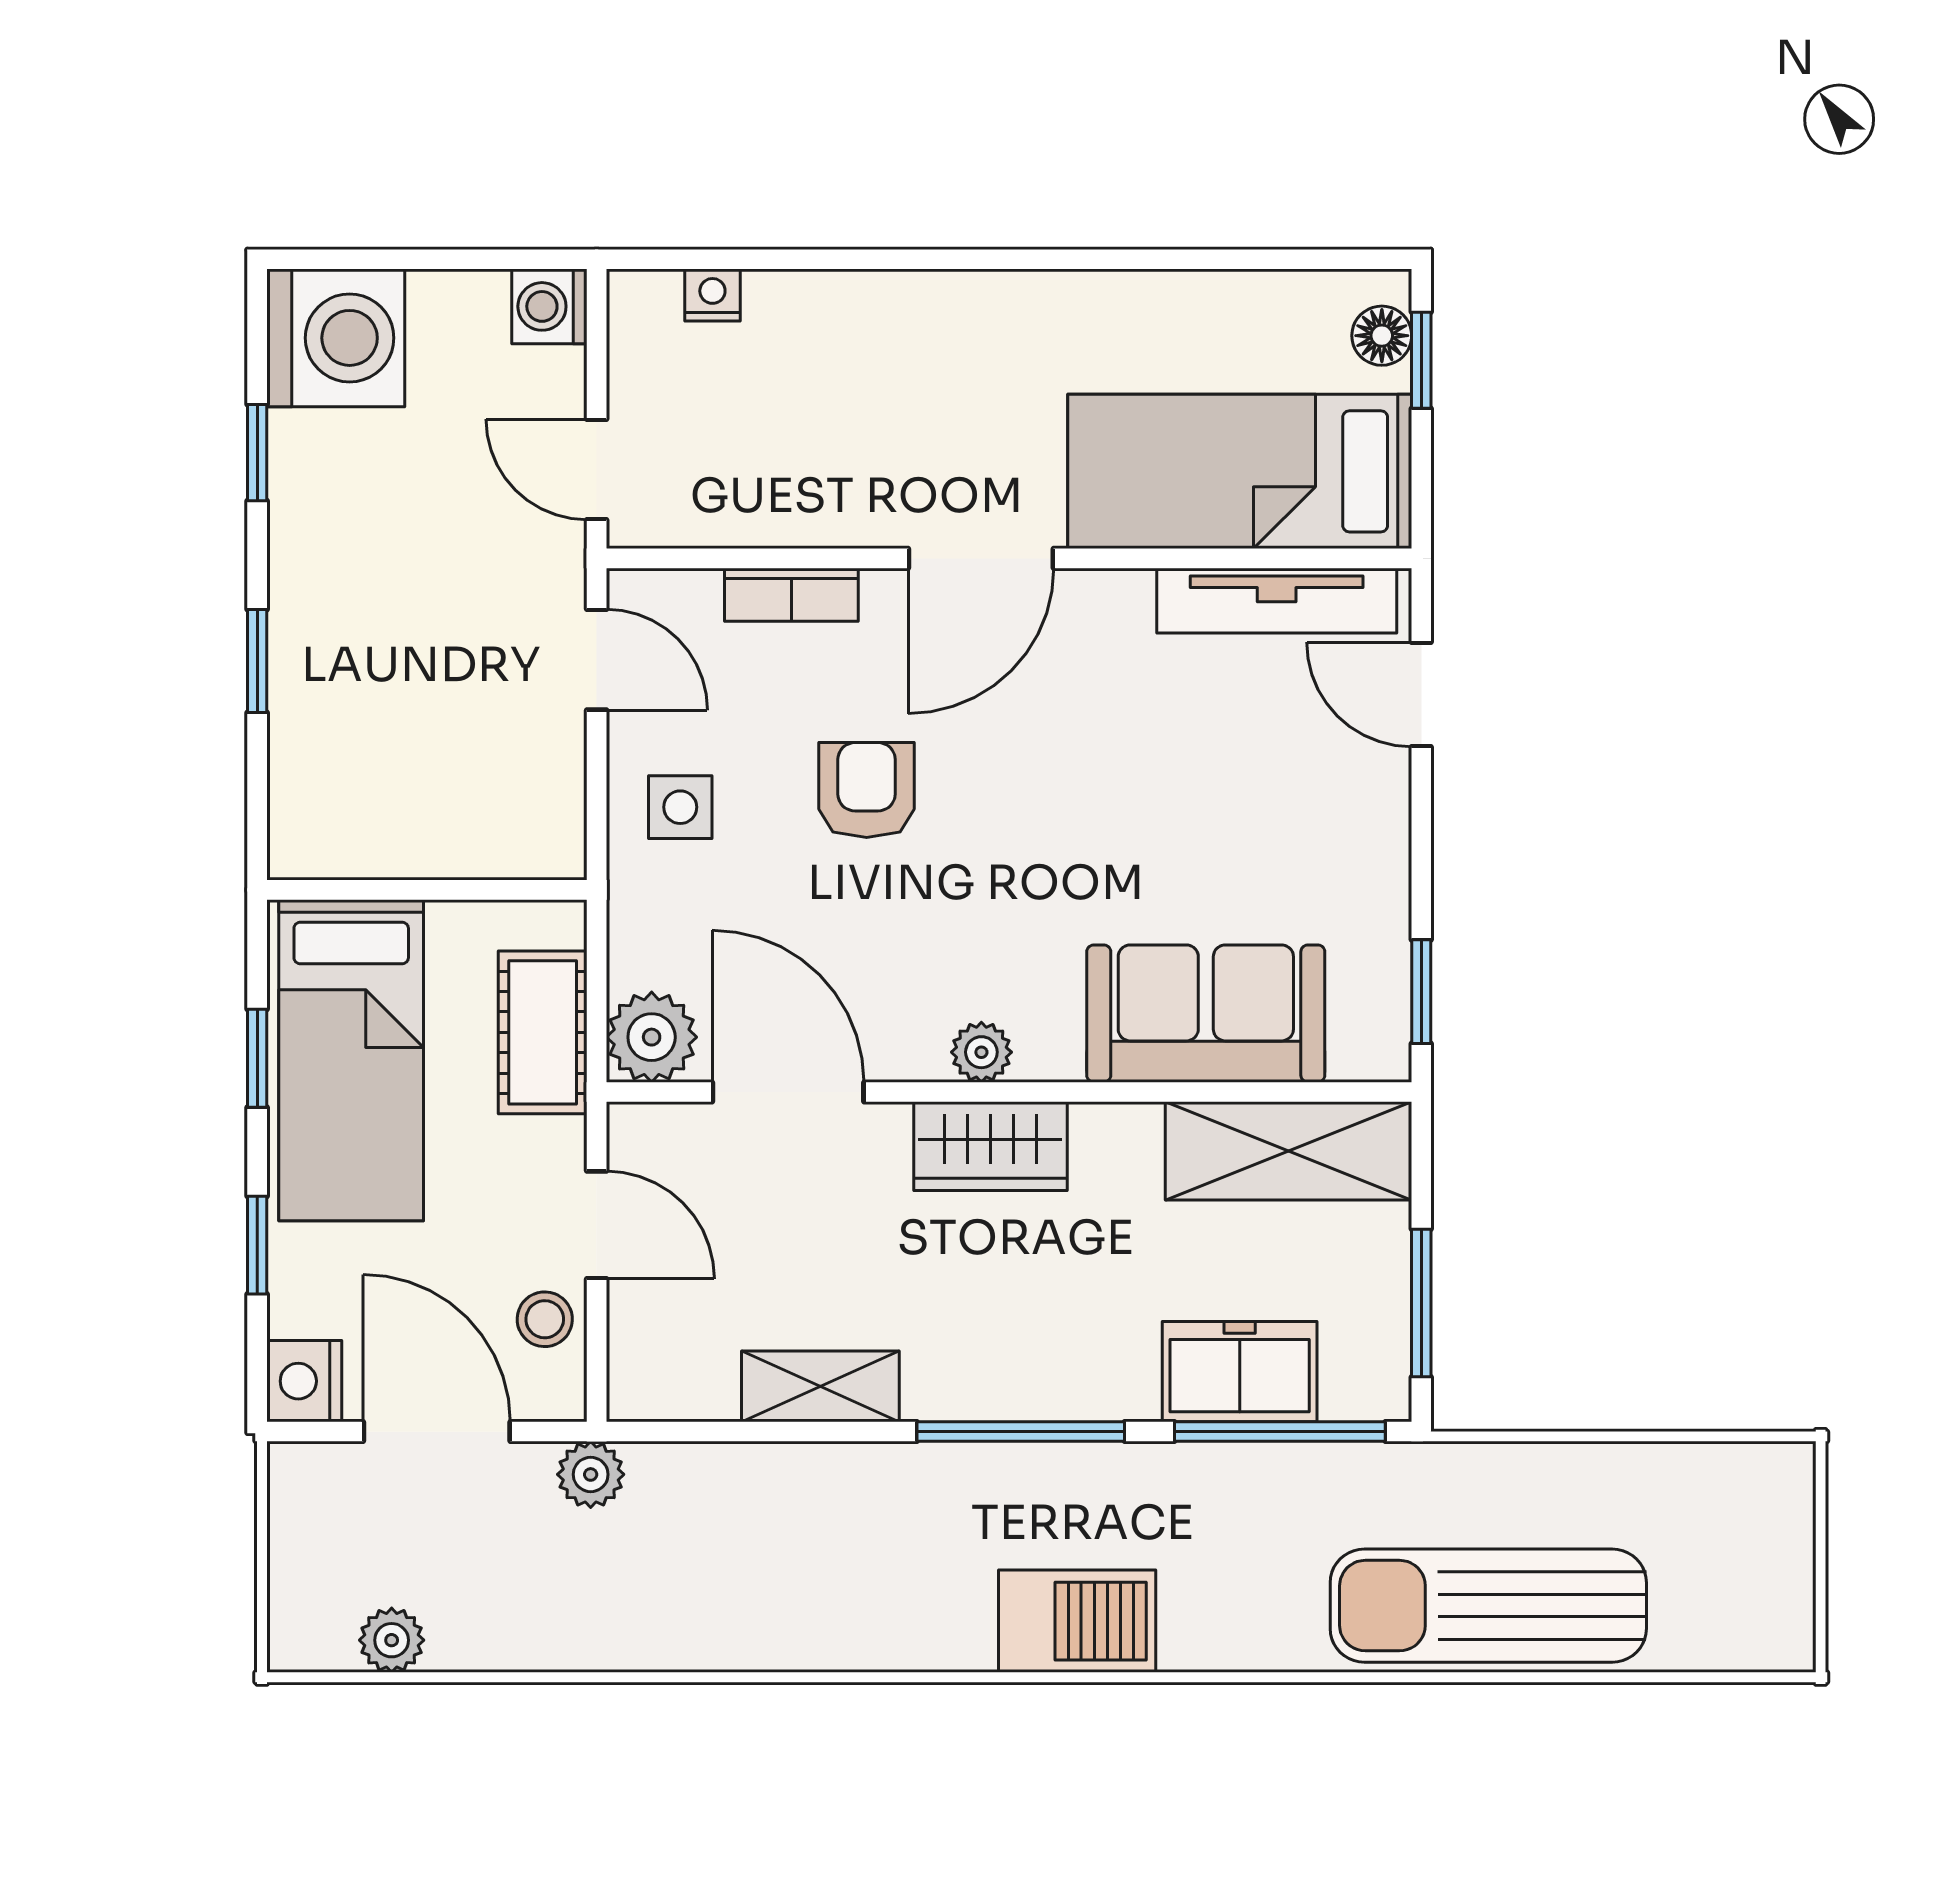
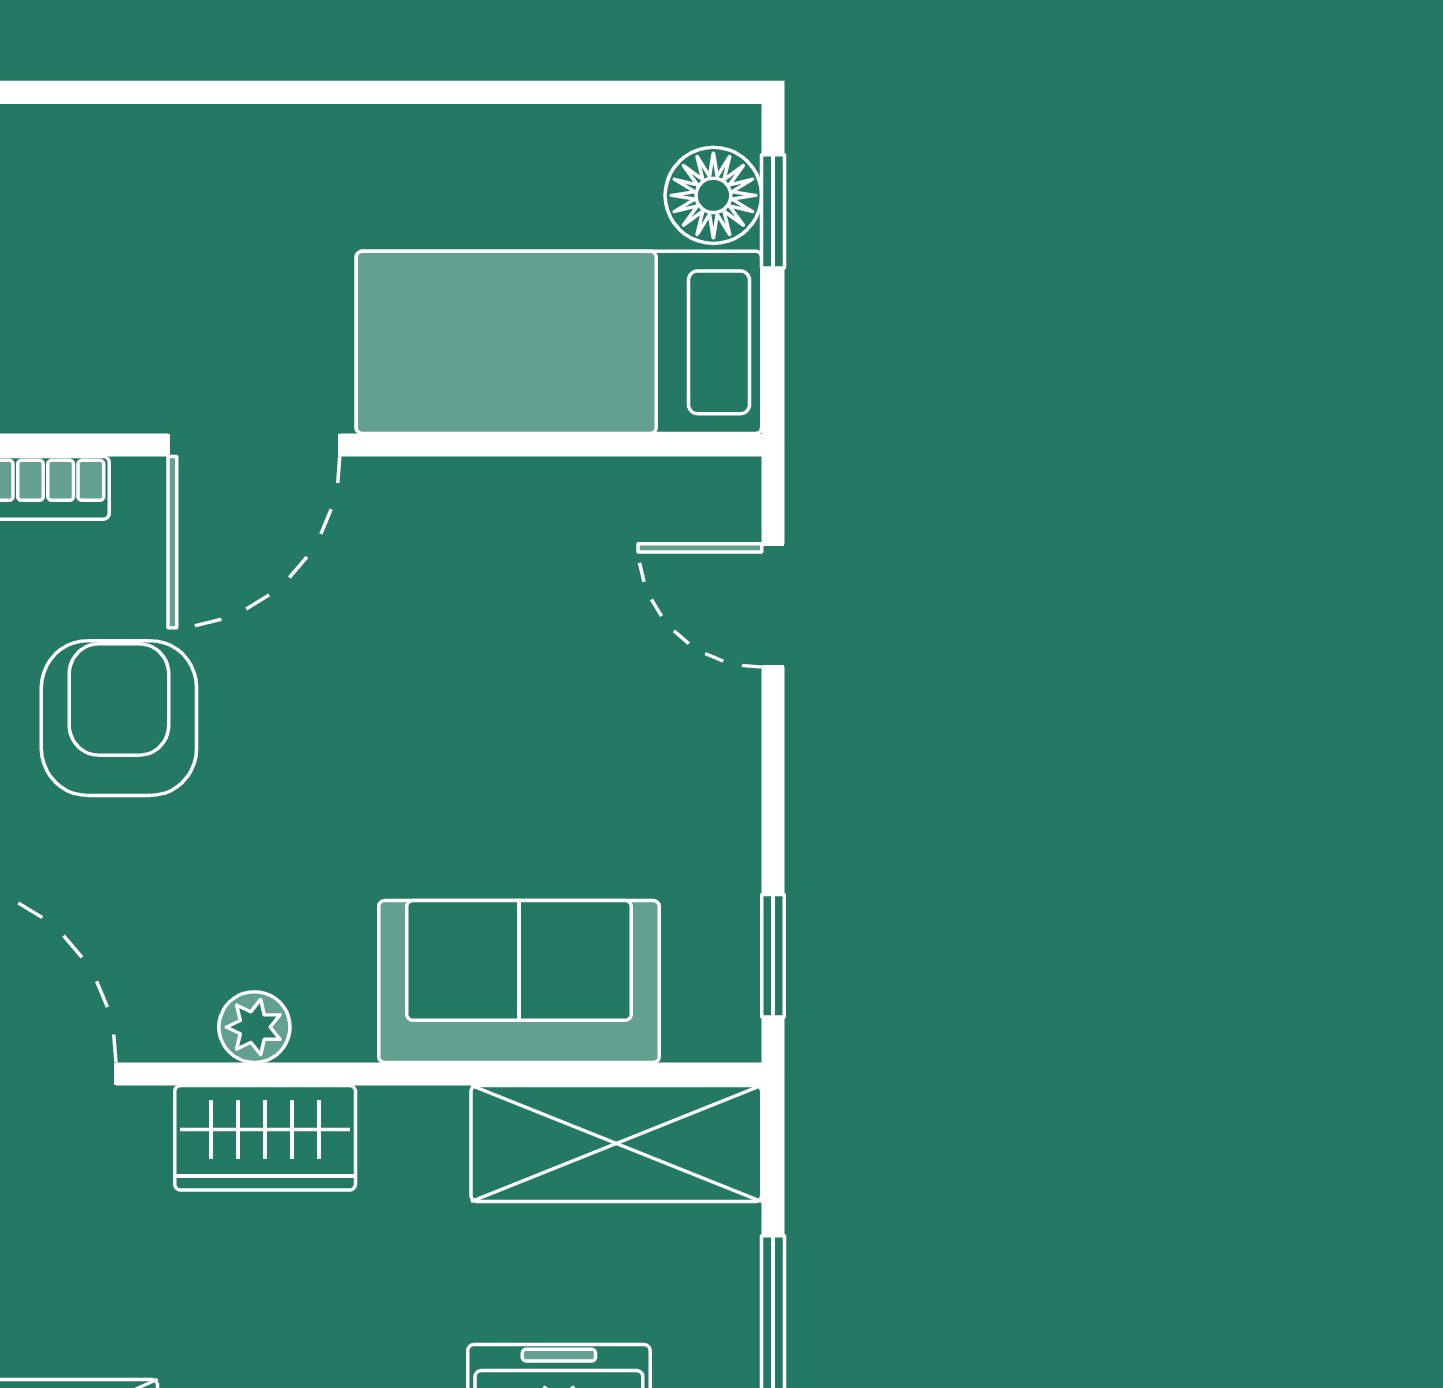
floor lamp: (1382, 336) -> (713, 195), width x1.37, depth x1.37
tv unit: (1277, 601) -> (603, 495), removed
armchair: (867, 790) -> (119, 718), width x1.38, depth x1.38

